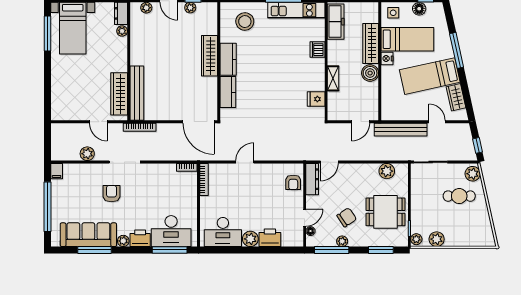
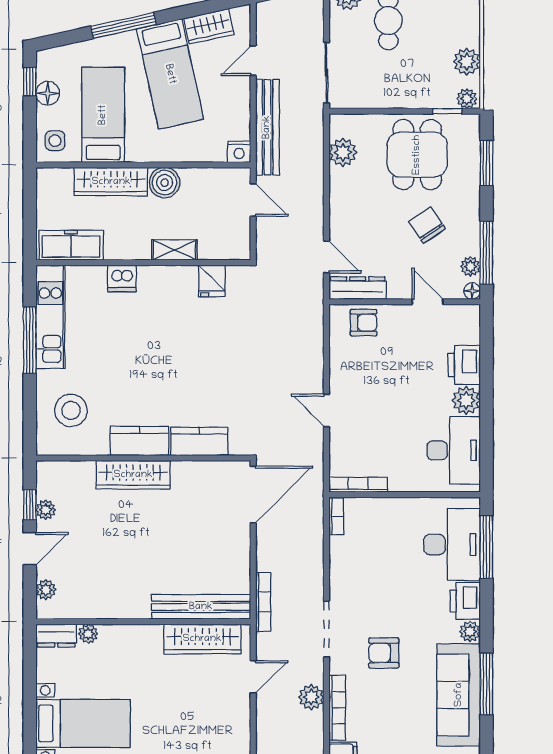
nightstand: (387, 58) -> (239, 152), moved
bookcase: (81, 168) -> (337, 708), added
floor lamp: (310, 231) -> (472, 291), moved
plant: (342, 241) -> (470, 266), moved

